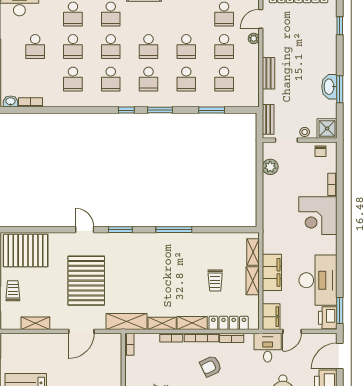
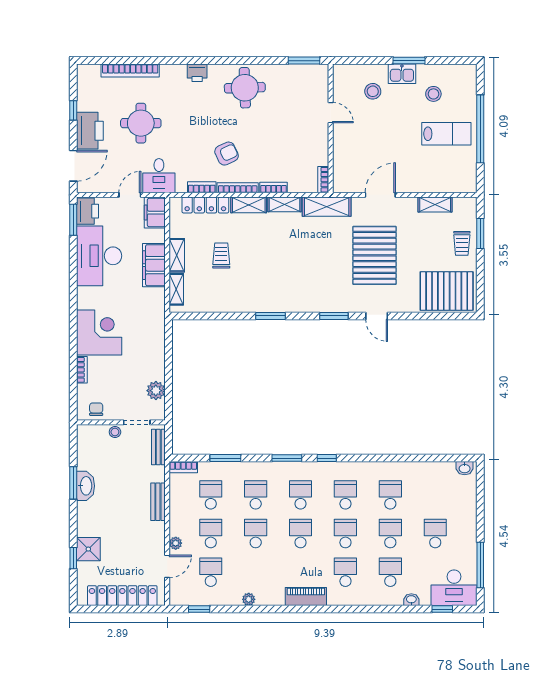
bookcase: (31, 102) -> (183, 467), moved
shower: (327, 128) -> (88, 549), moved
window: (174, 230) -> (270, 316), width x0.69

